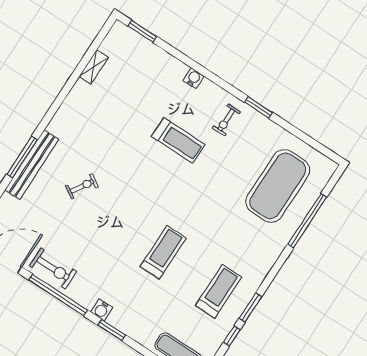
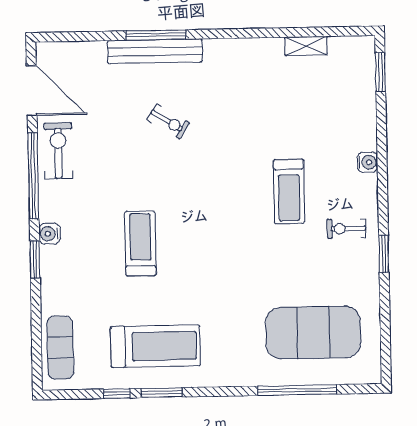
treadmill: (163, 252) -> (140, 243), moved, turned -90
exercise bike: (53, 269) -> (58, 151), turned 180
treadmill: (218, 291) -> (155, 346), width x1.37, depth x1.38

